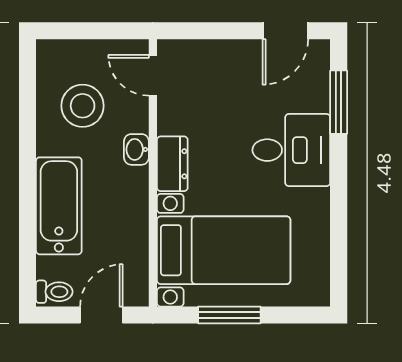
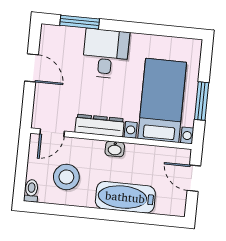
door: (285, 31) -> (32, 68), moved
washbasin: (136, 149) -> (115, 149), moved
dresser: (172, 164) -> (100, 126), width x1.44
toilet: (54, 292) -> (31, 191), moved

